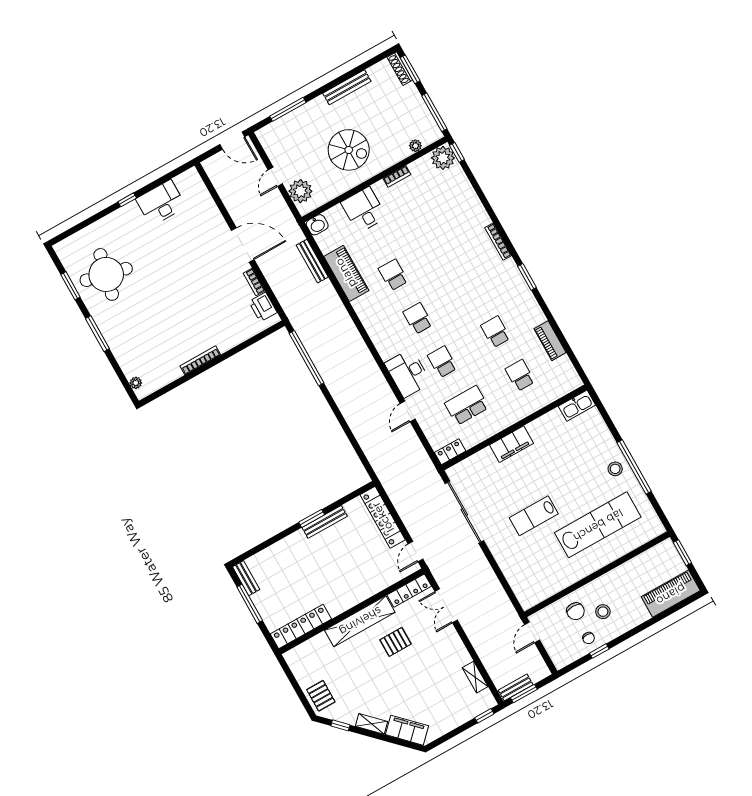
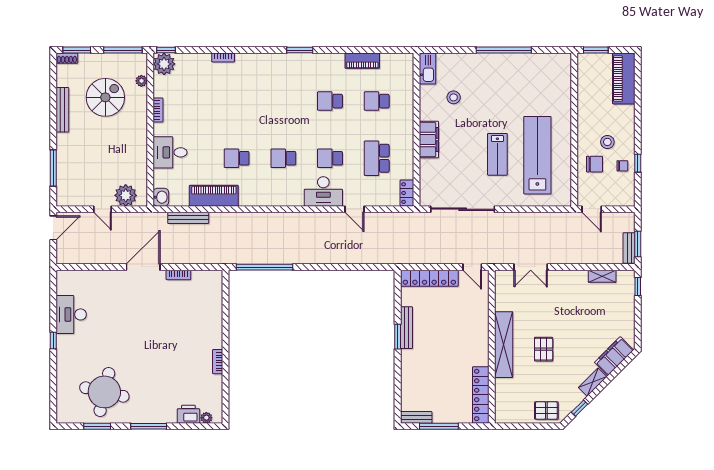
shoe rack: (400, 69) -> (67, 58), width x0.70
spiral stairs: (349, 150) -> (105, 97), moved
bookcase: (498, 242) -> (223, 57), moved, width x0.64
printer: (263, 307) -> (188, 414), moved, turned 180
bookcase: (200, 360) -> (218, 362), width x0.64
stool: (615, 469) -> (454, 97), moved
lab bench: (598, 525) -> (537, 155), moved
locker: (409, 591) -> (501, 290), removed
pallet: (395, 642) -> (544, 349), moved

